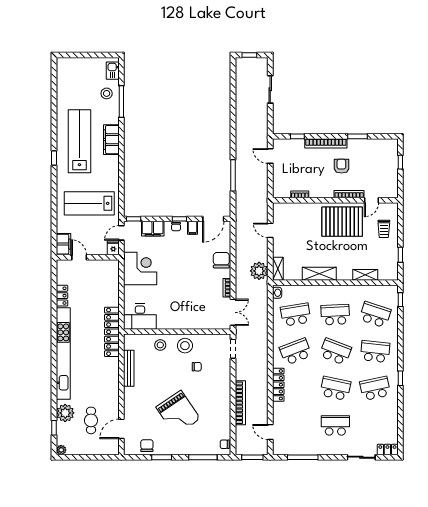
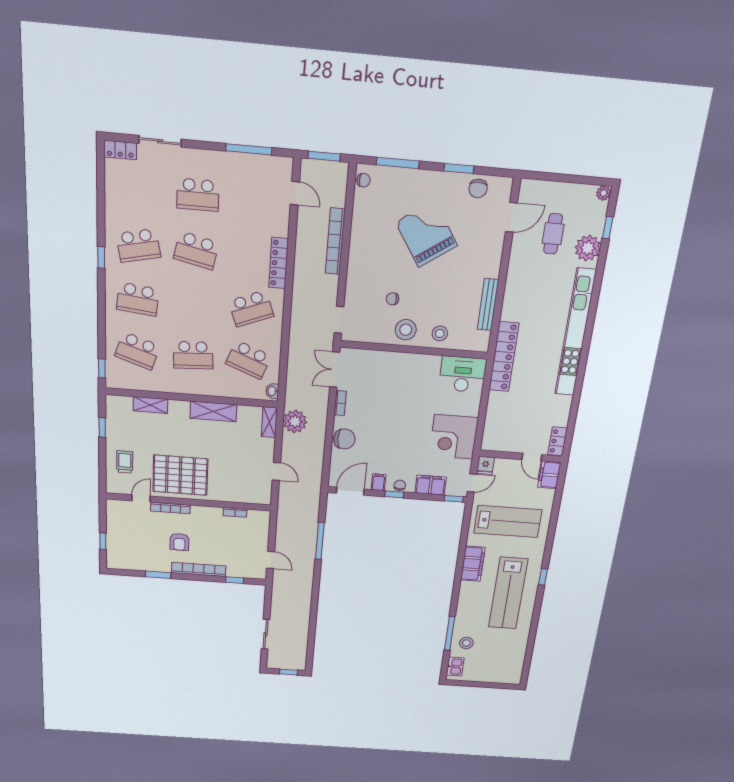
filing cabinet: (111, 140) -> (473, 564), moved
chair: (221, 260) -> (344, 439), turned -90
locker: (62, 296) -> (558, 441), moved
school desk: (296, 315) -> (248, 360), turned 30
school desk: (335, 352) -> (195, 304), removed

